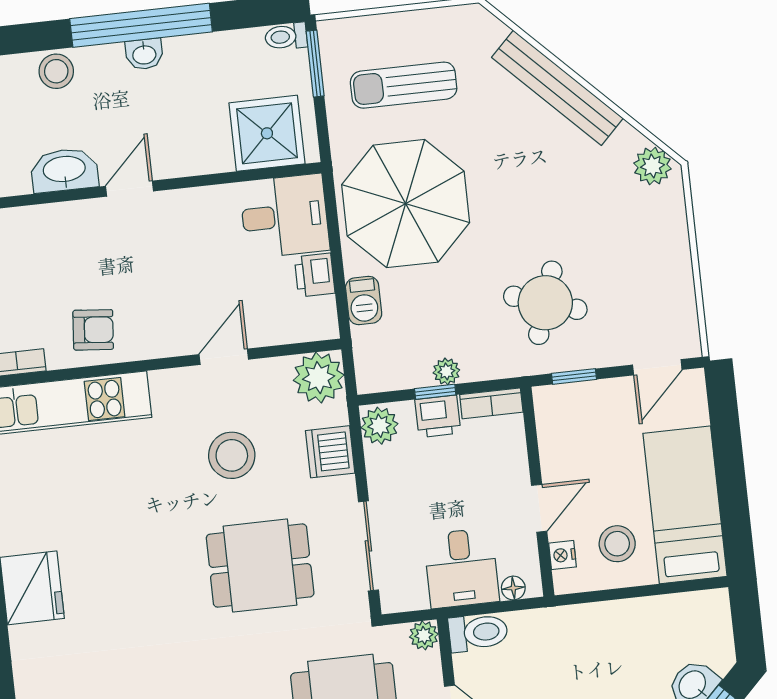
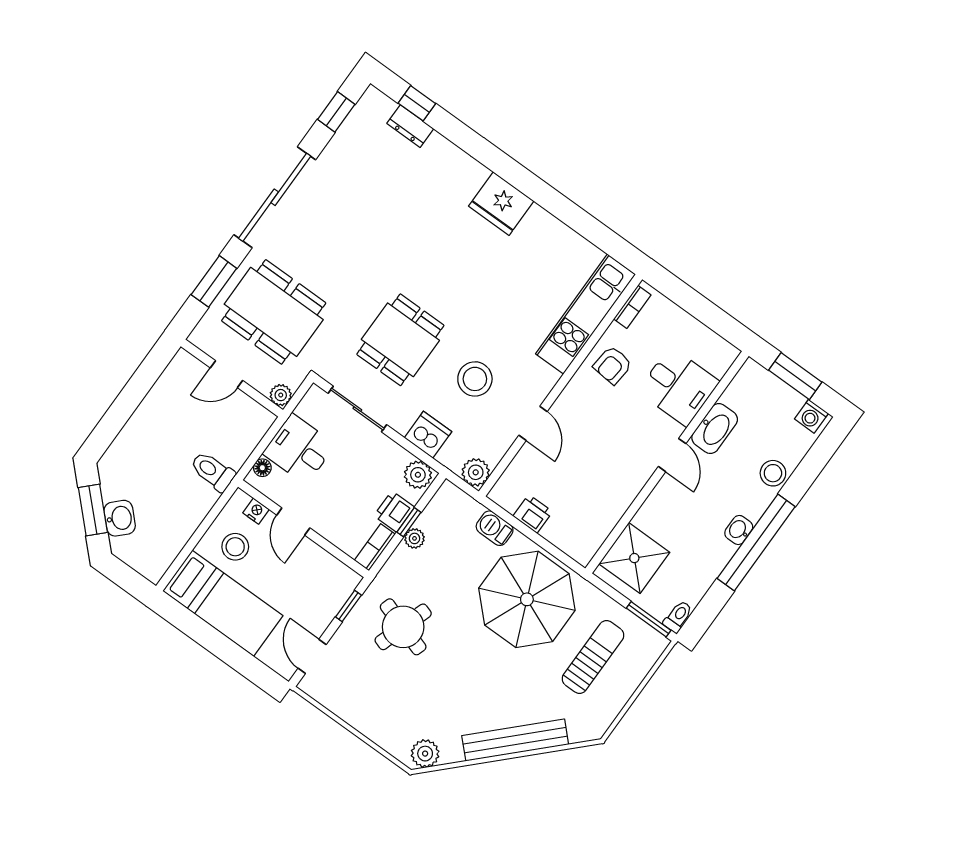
desk: (284, 216) -> (678, 387), moved, turned -90
plant: (319, 378) -> (476, 472), width x0.73, depth x0.73
toilet: (478, 632) -> (213, 471), moved, turned 90

